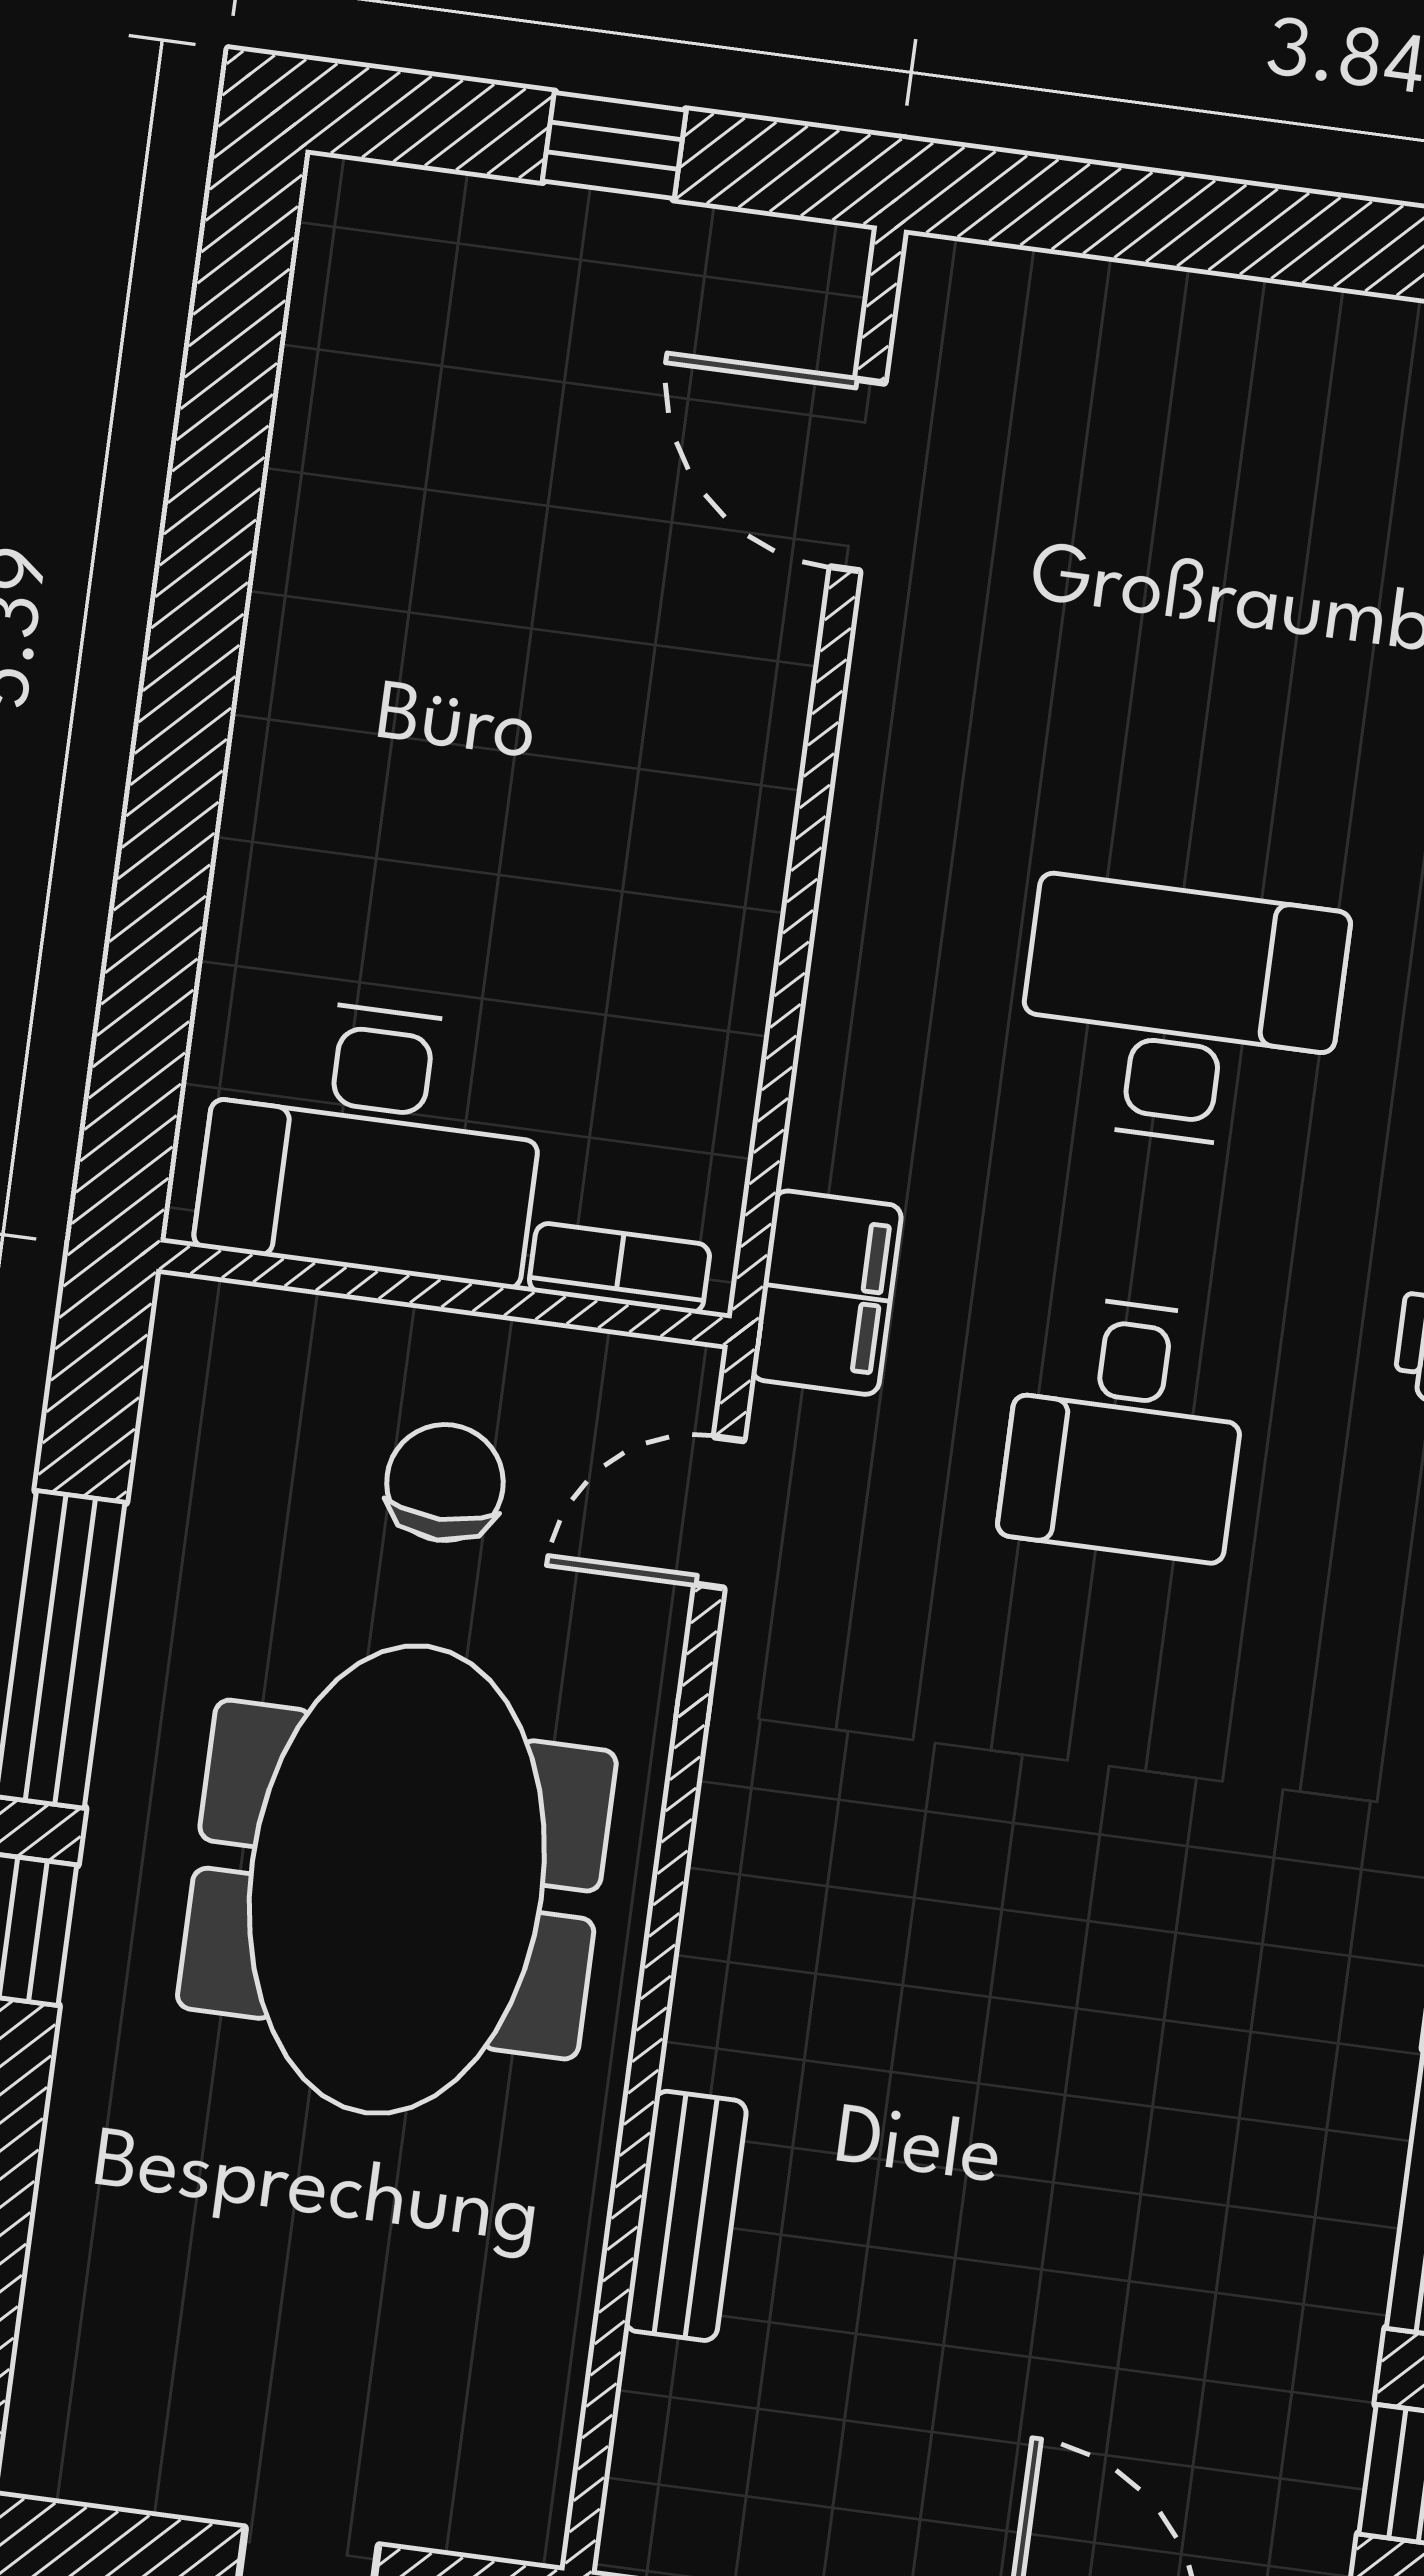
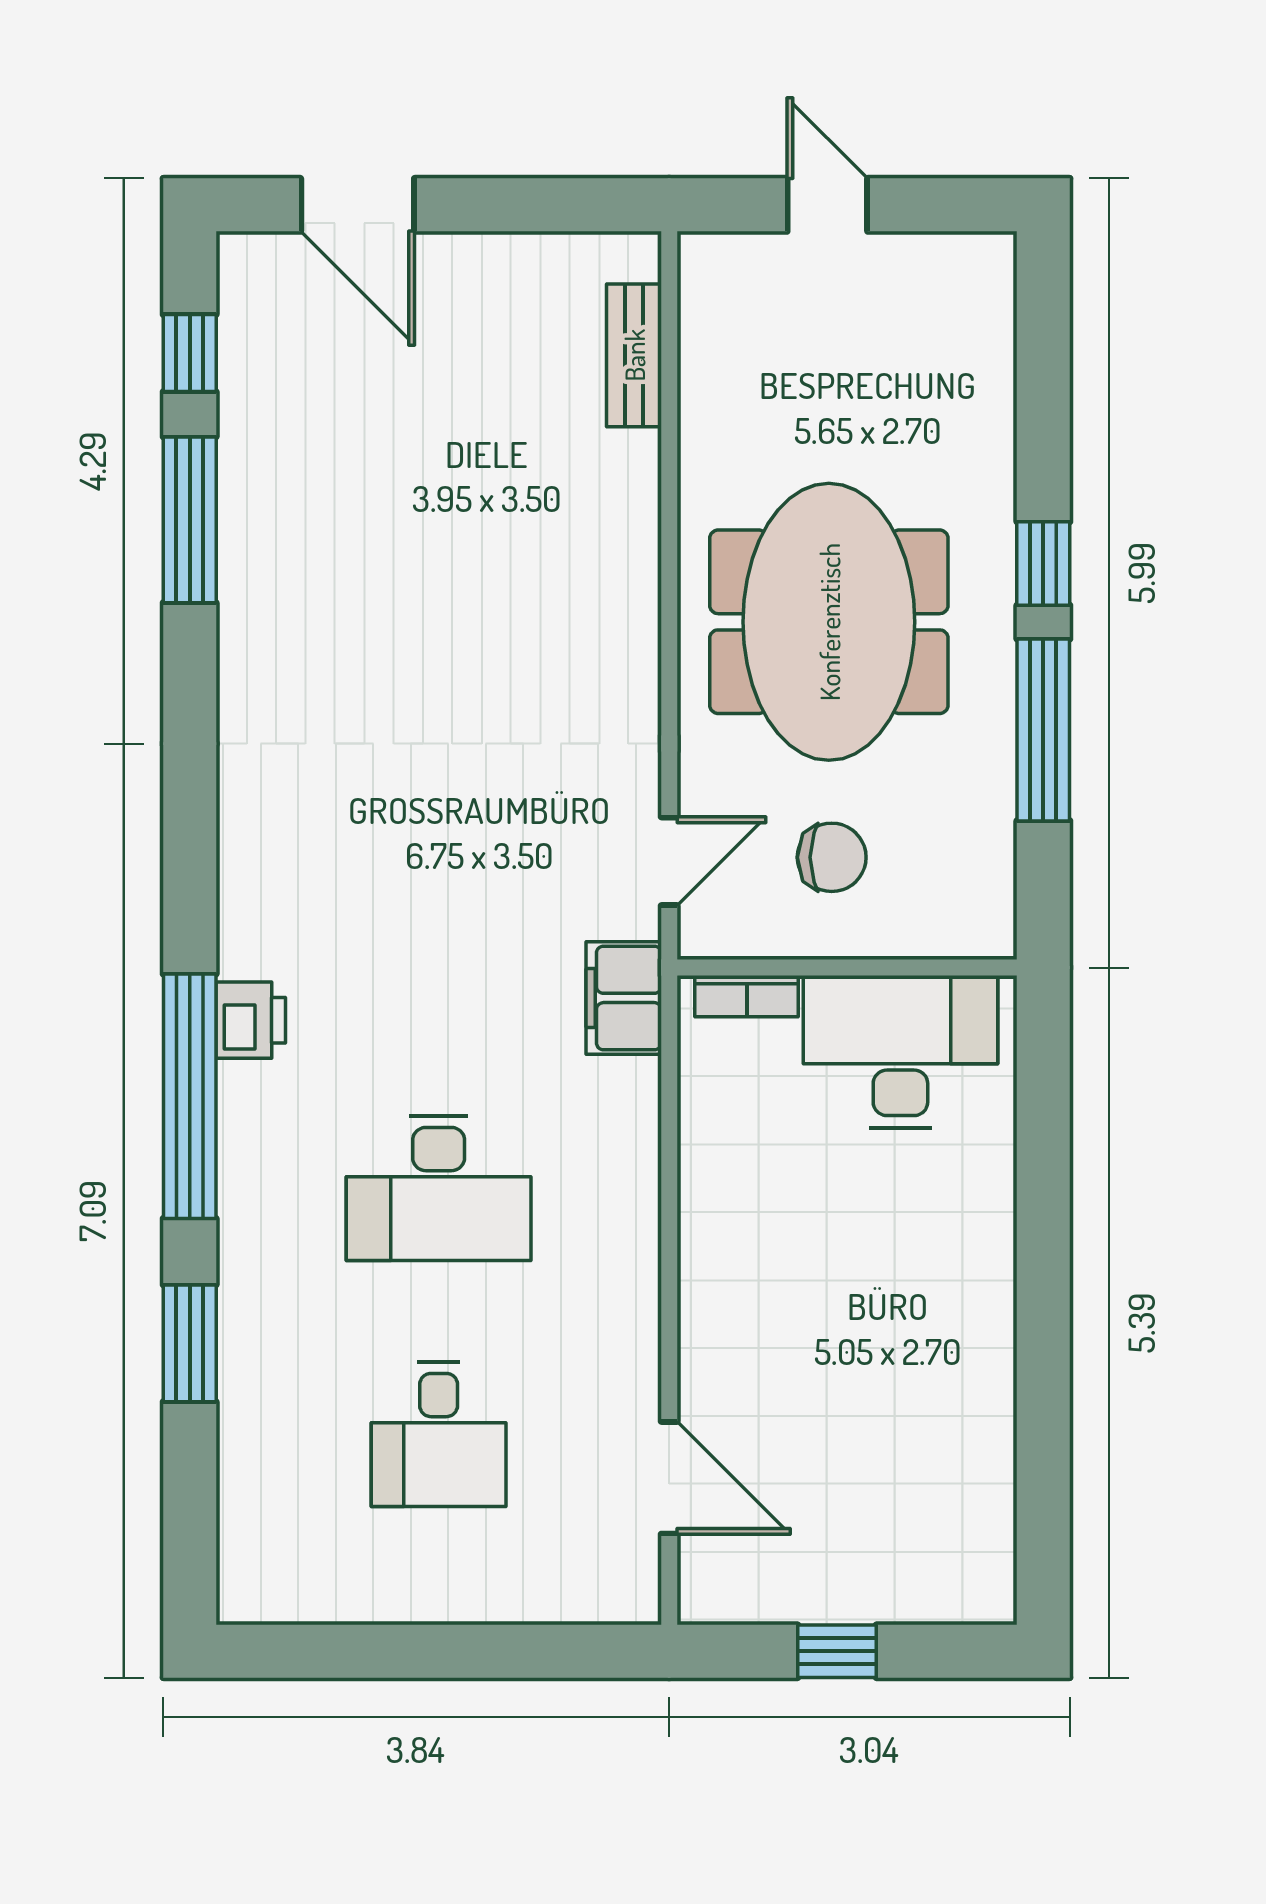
desk: (1125, 1428) -> (439, 1434), moved, turned 180
chair: (445, 1483) -> (832, 857), turned -90
bench: (686, 2216) -> (634, 355), moved

